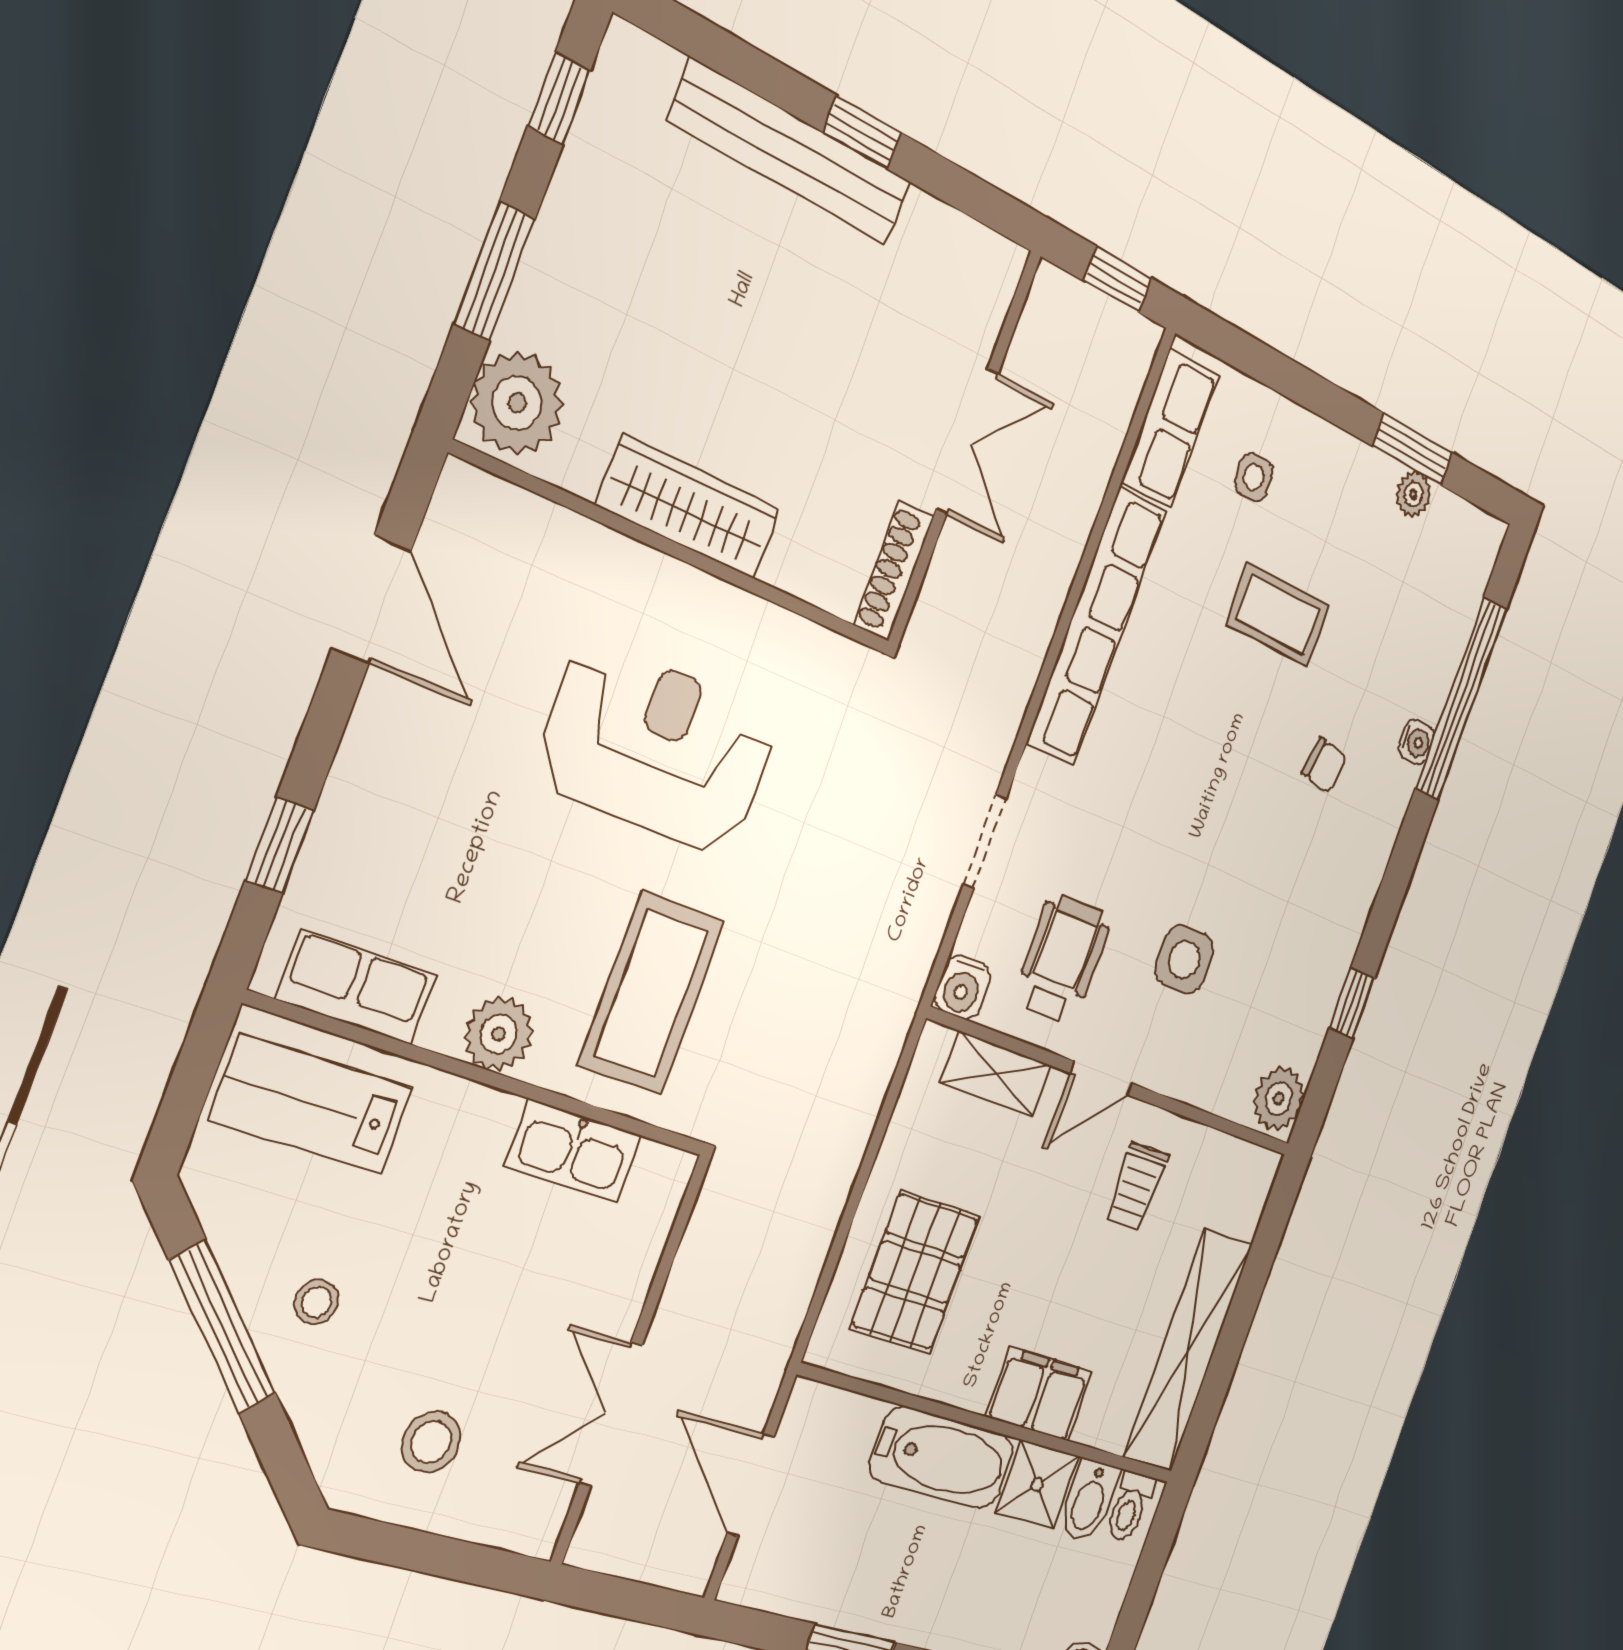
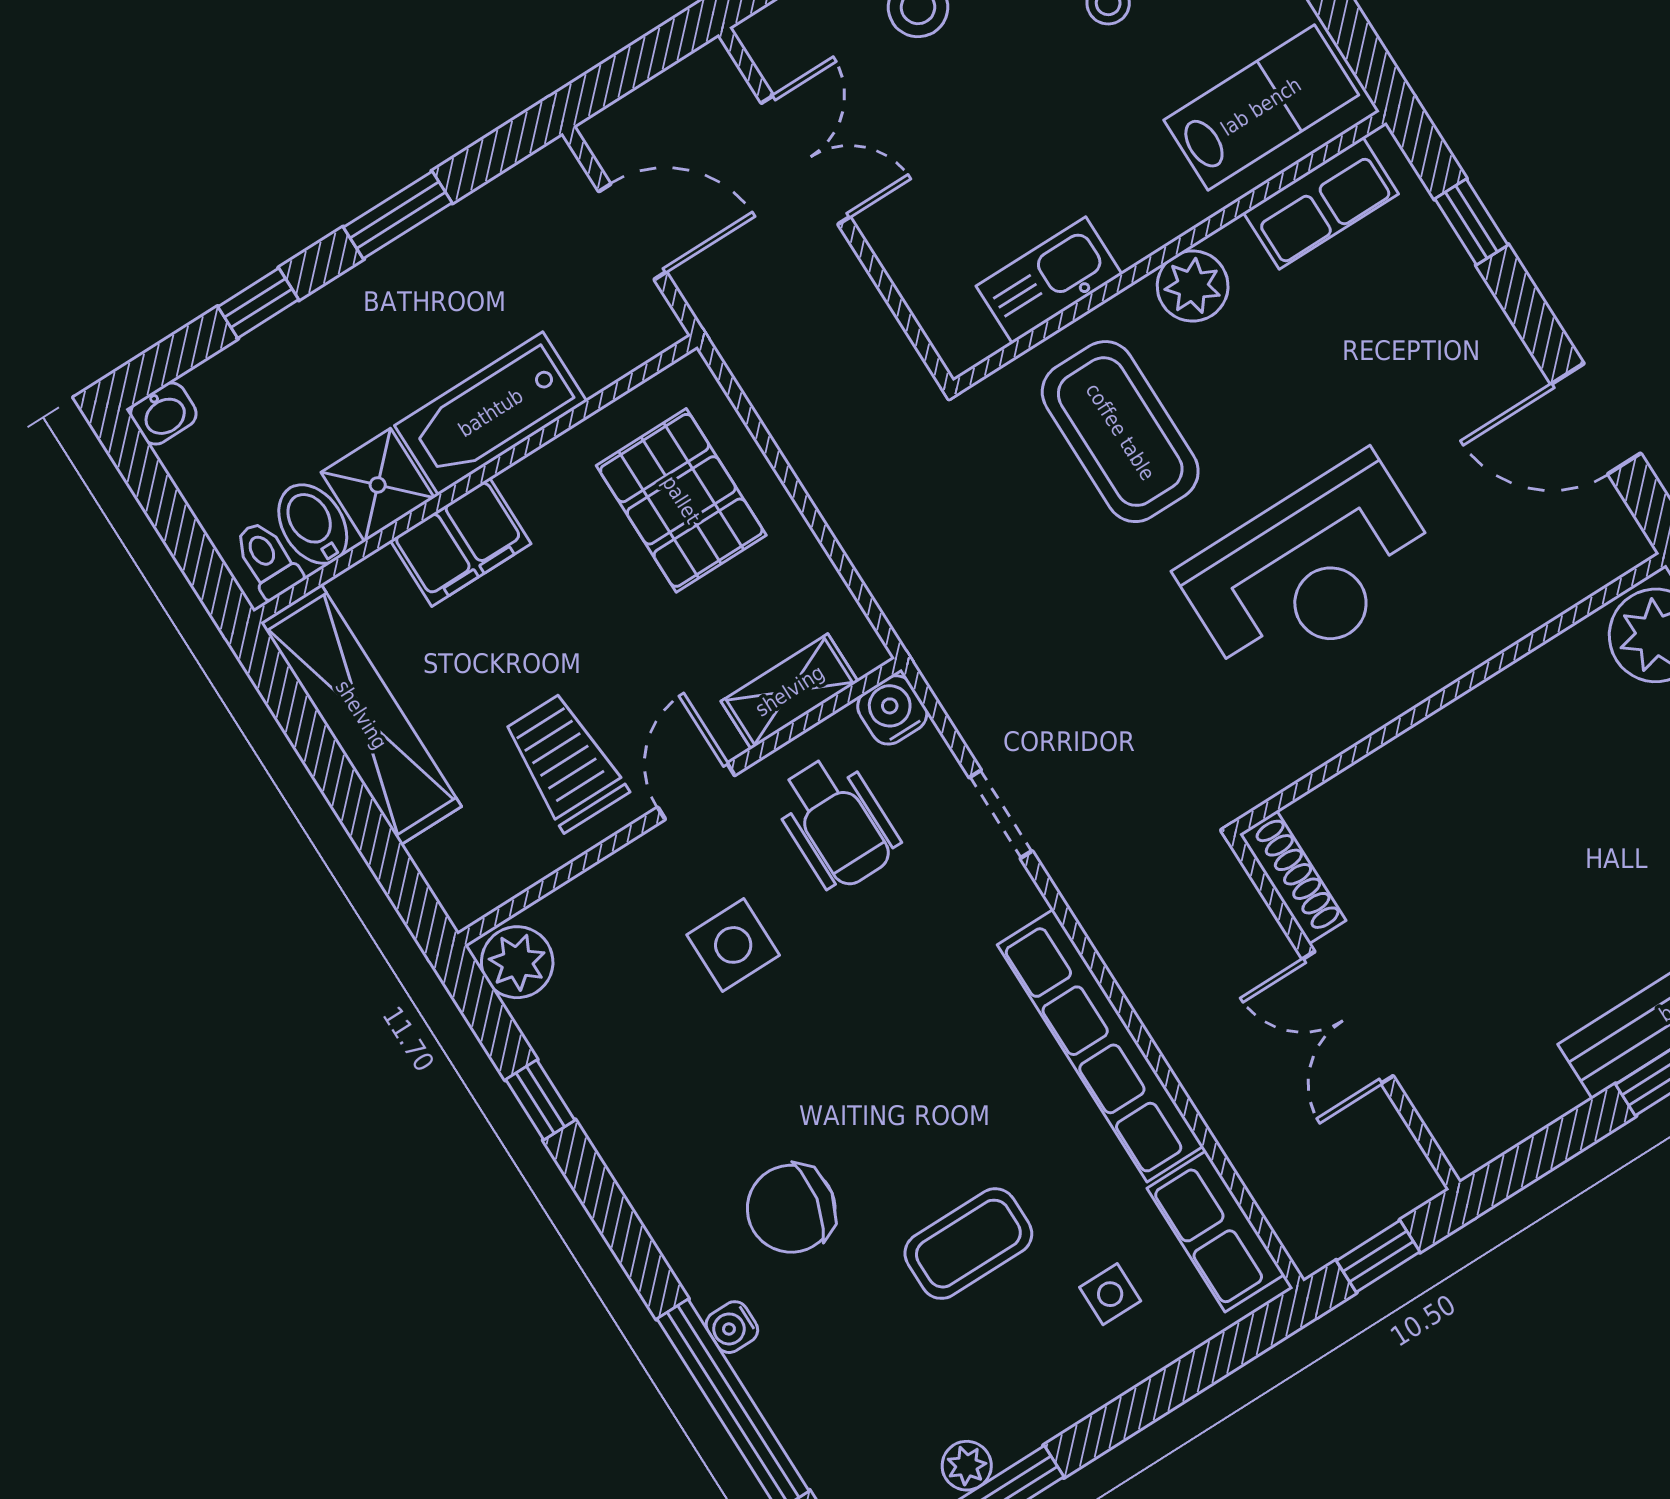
wardrobe: (689, 507) -> (1476, 726), removed
chair: (1324, 765) -> (791, 1209), width x1.87, depth x1.87
trolley: (1137, 1187) -> (565, 762), width x1.36, depth x1.39

